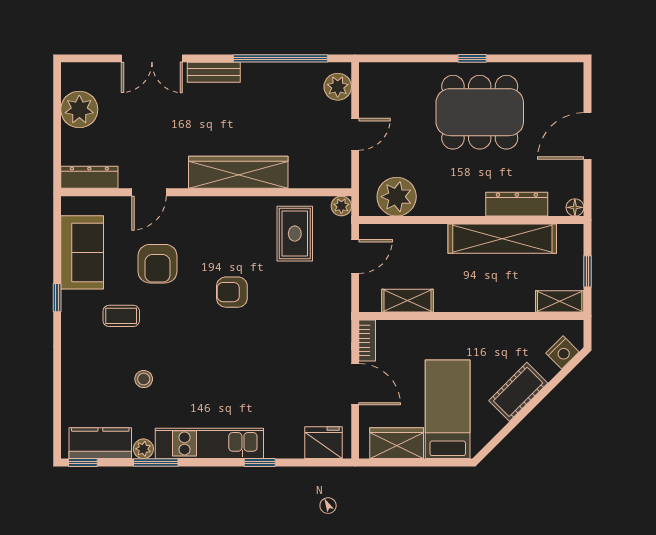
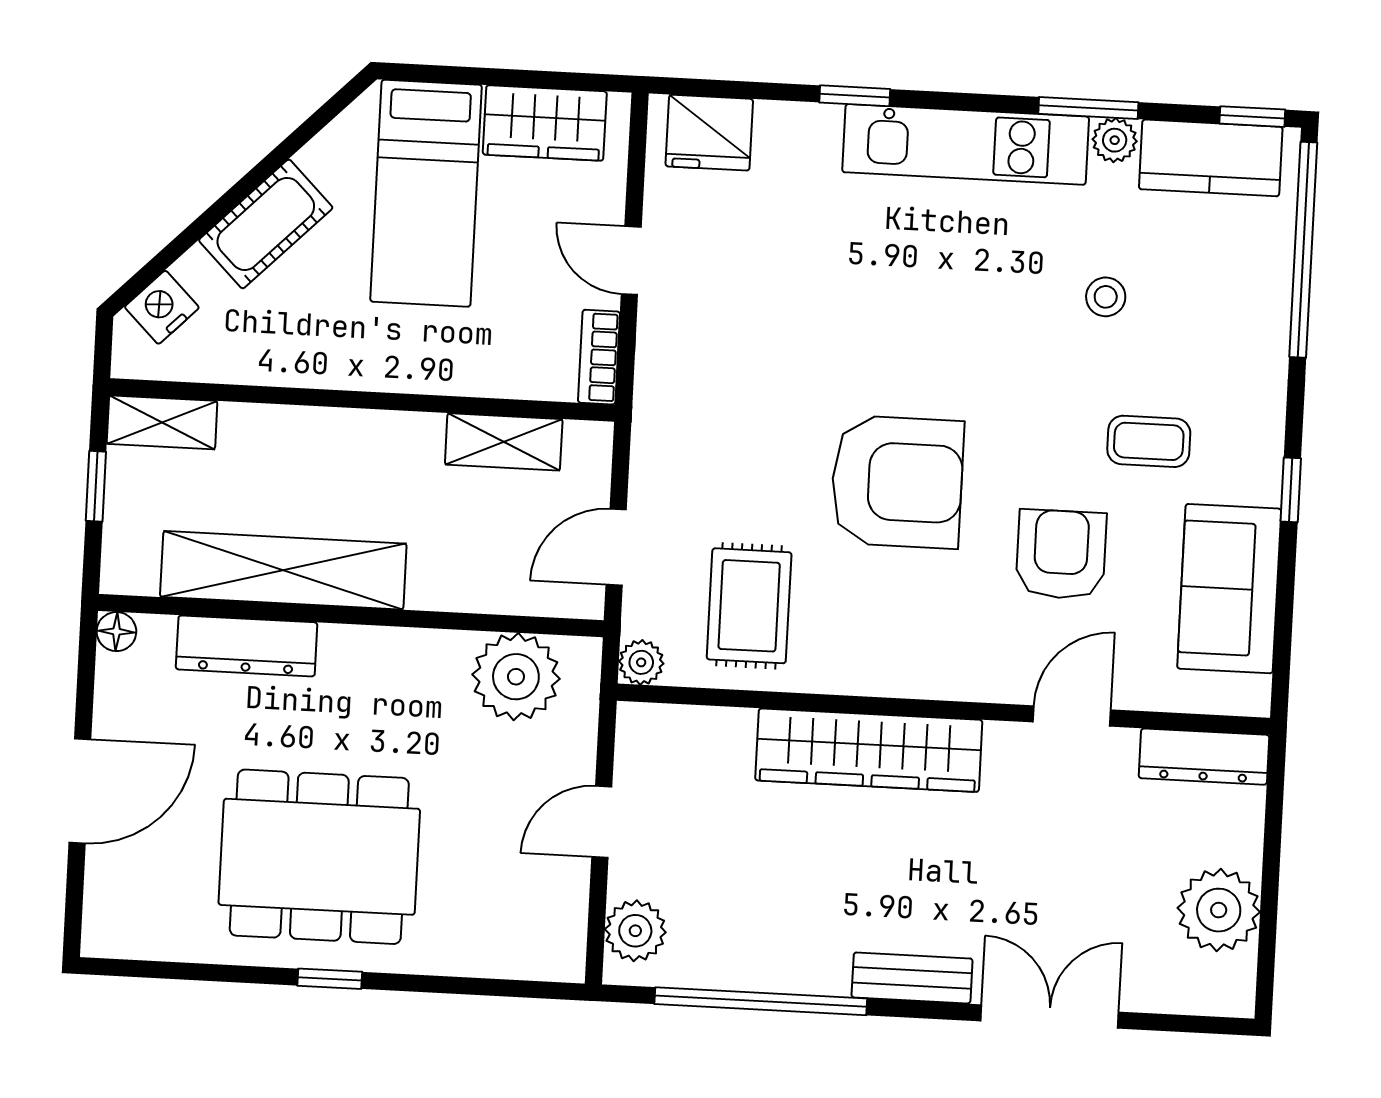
armchair: (232, 292) -> (897, 482), width x1.88, depth x1.88
door: (355, 384) -> (631, 261), width x0.73
window: (57, 405) -> (1303, 250), added

